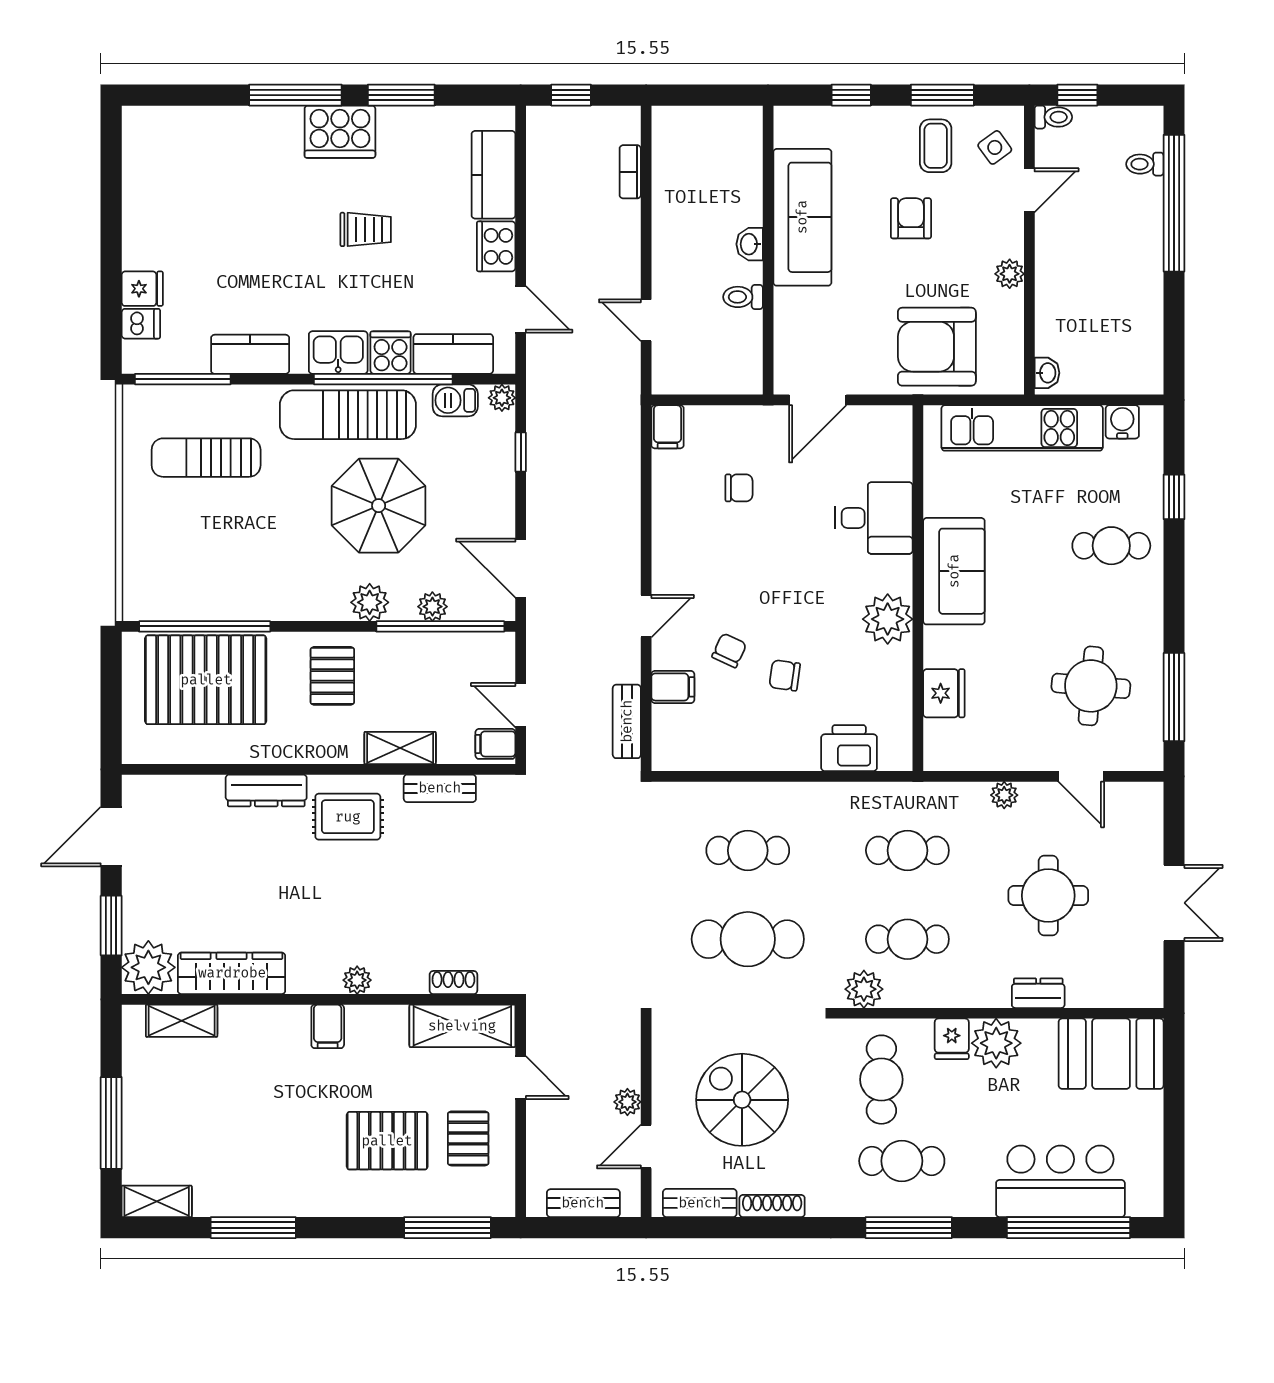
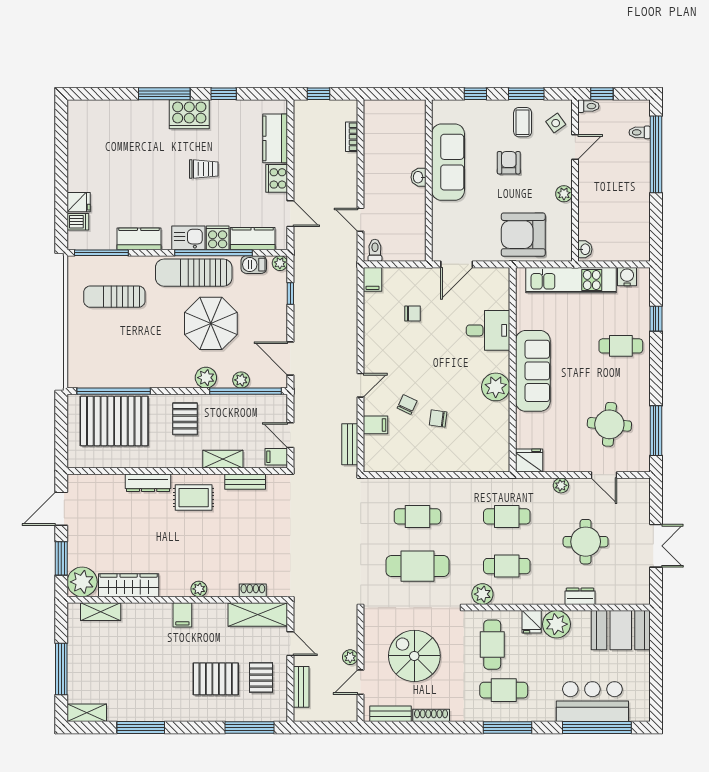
window: (401, 95) -> (224, 94), width x0.67
toilet: (743, 297) -> (375, 250), moved, turned 90
sofa: (954, 571) -> (533, 371), width x1.36
fridge: (944, 693) -> (529, 460), moved, turned -90
printer: (849, 748) -> (474, 459), removed
bench: (583, 1203) -> (301, 687), moved, turned 90

